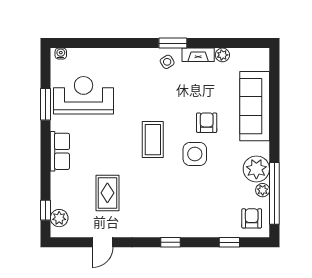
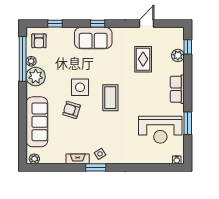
plant: (222, 55) -> (34, 159), moved
armchair: (207, 123) -> (71, 110), turned 107
plant: (59, 218) -> (178, 55), moved
sofa: (177, 222) -> (93, 38), added

